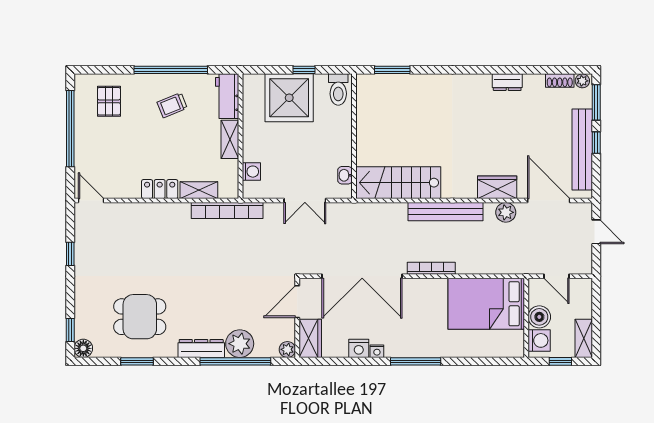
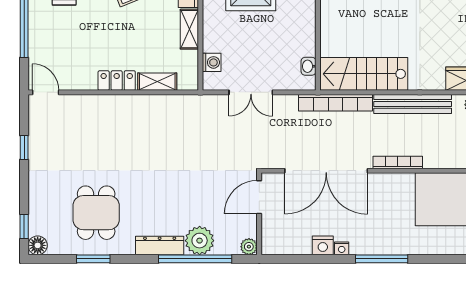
double door: (305, 201) -> (251, 92), moved
bookcase: (227, 210) -> (335, 103), moved
dining table: (140, 317) -> (96, 213), turned 90
wardrobe: (310, 338) -> (273, 235), removed

